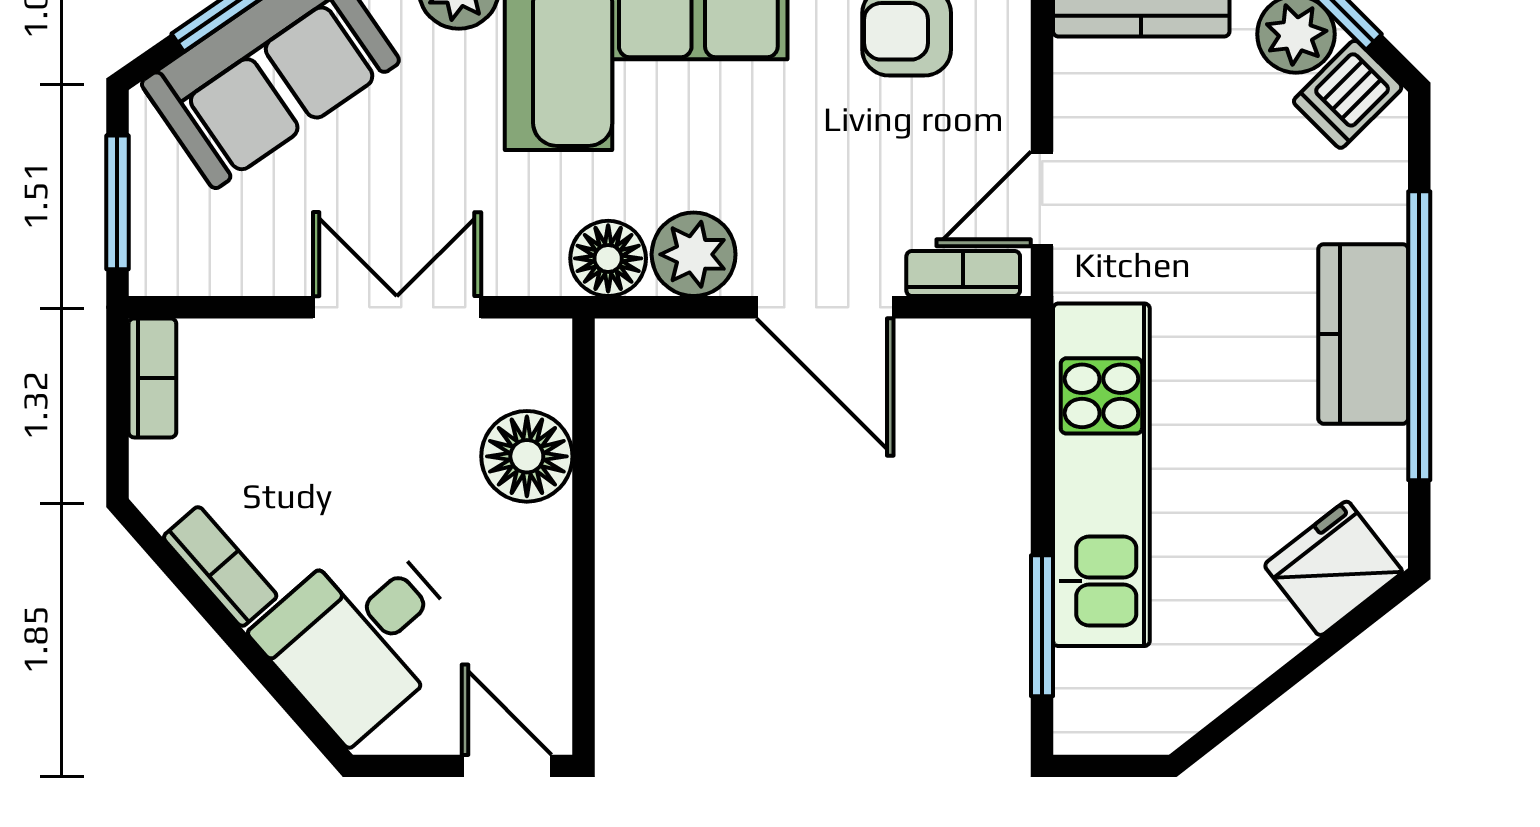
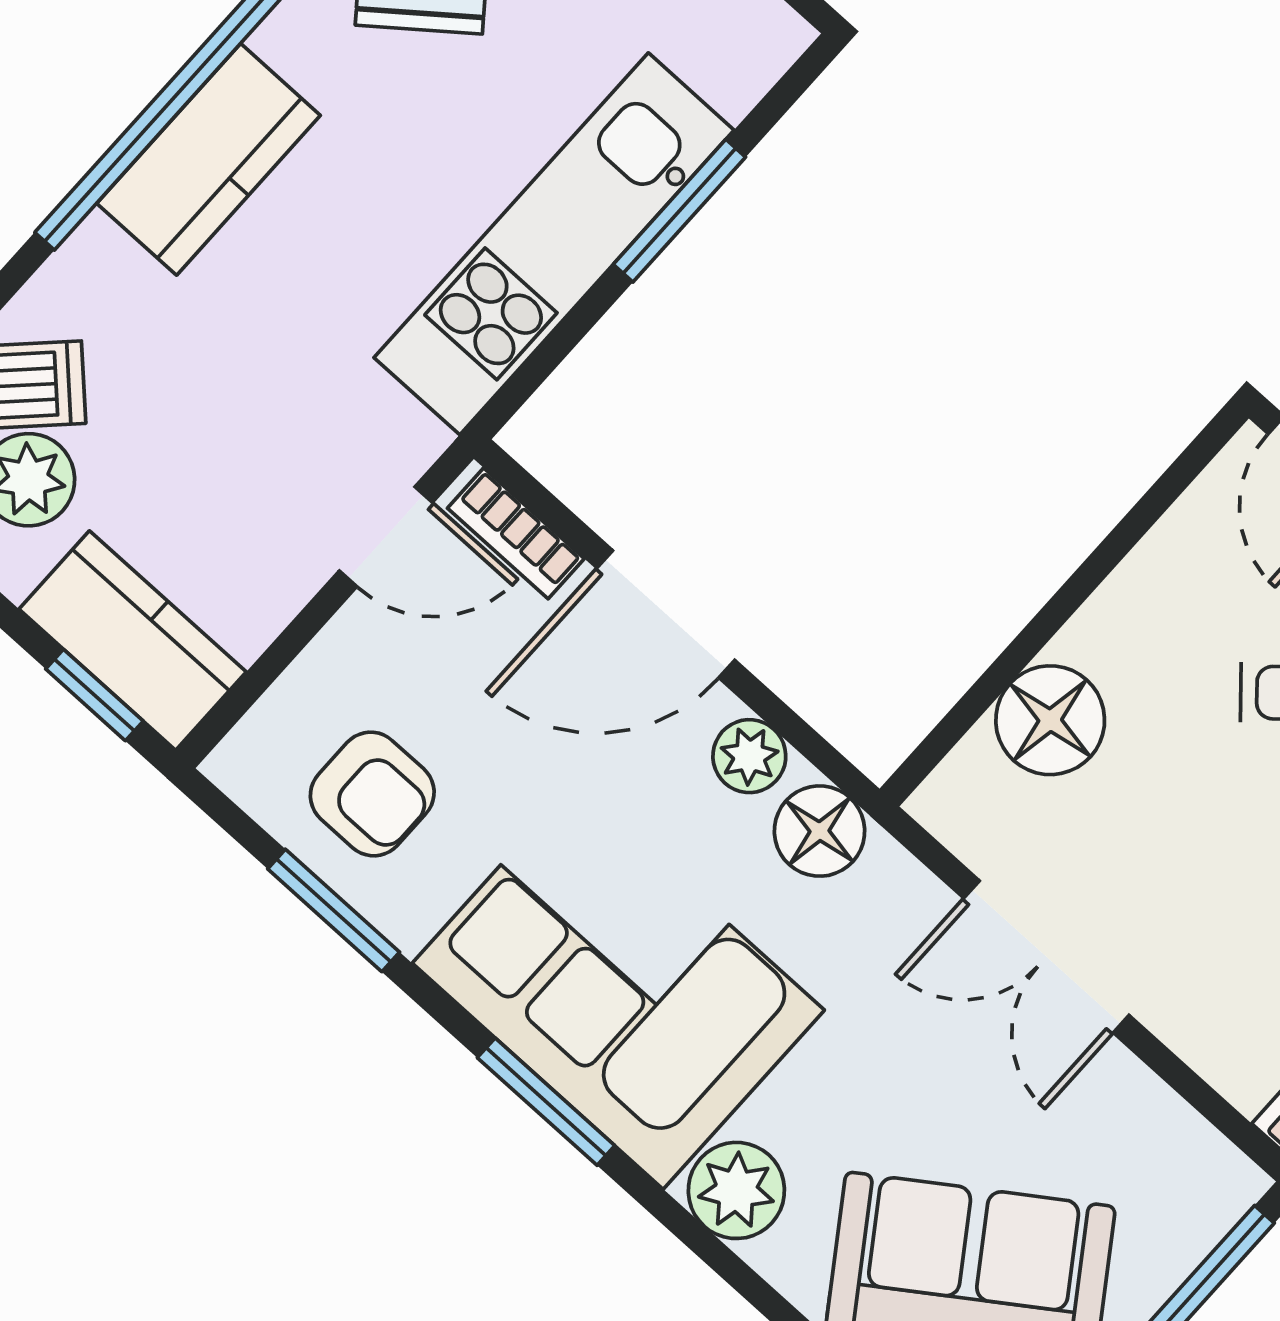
plant: (694, 254) -> (749, 756), width x0.73, depth x0.73
door: (825, 307) -> (666, 614), swing flipped
window: (1042, 626) -> (679, 211), moved

